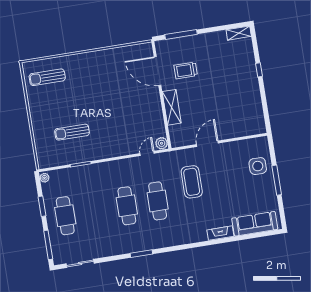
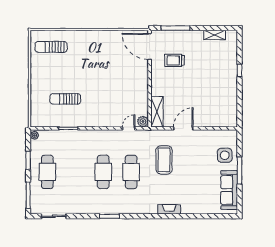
shelving: (239, 33) -> (215, 35), moved
door: (158, 71) -> (150, 46), moved
shelving: (172, 107) -> (157, 112), moved
sofa: (255, 224) -> (229, 190), moved, turned -90
fireplace: (220, 233) -> (169, 209), moved

